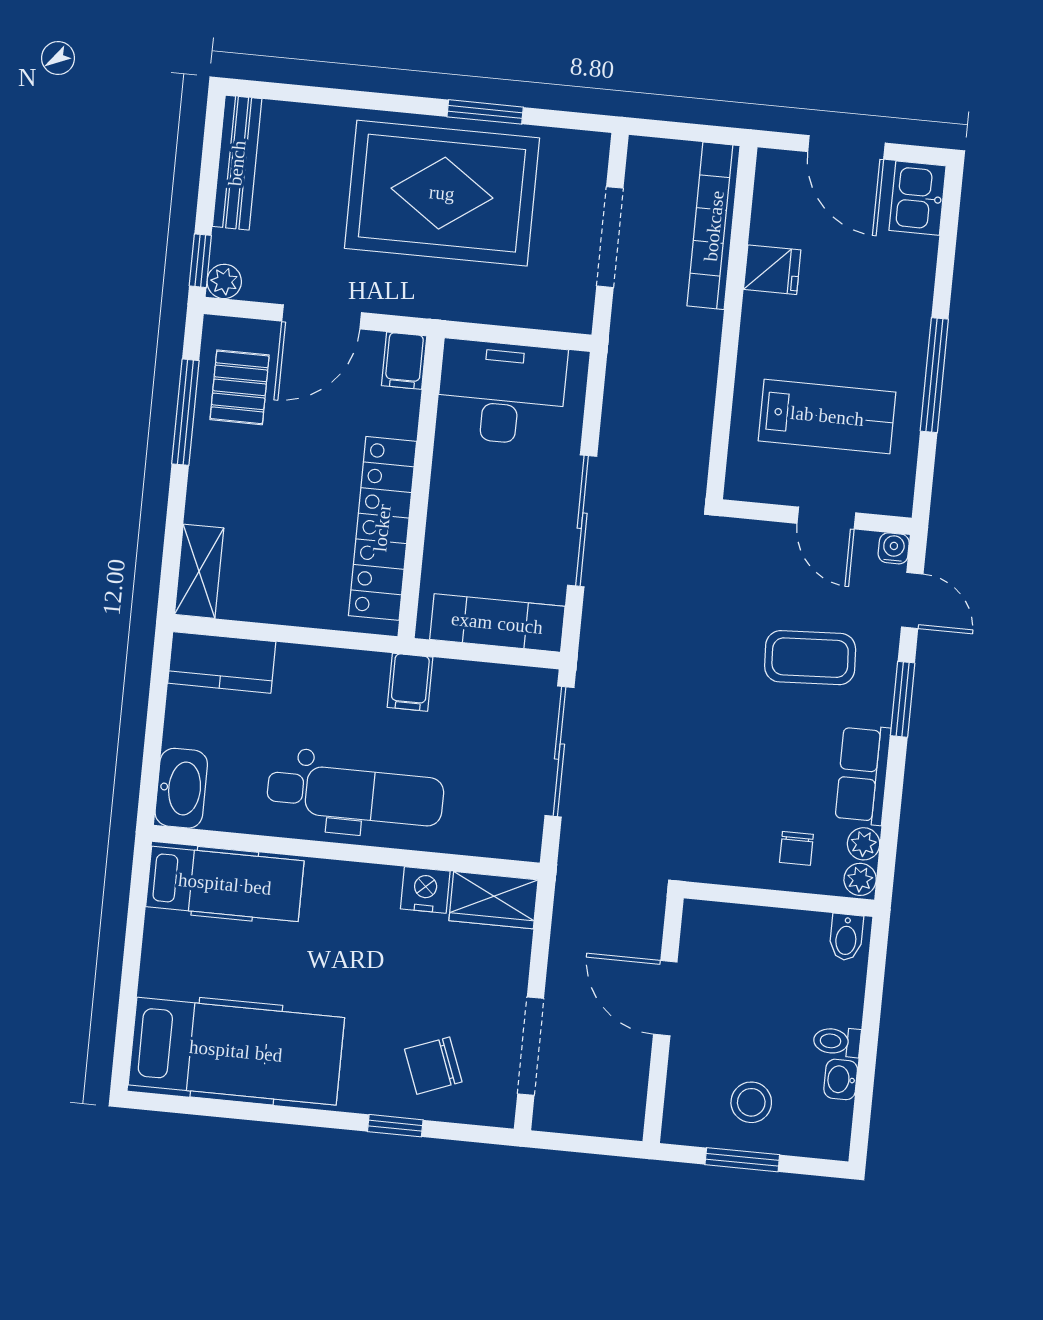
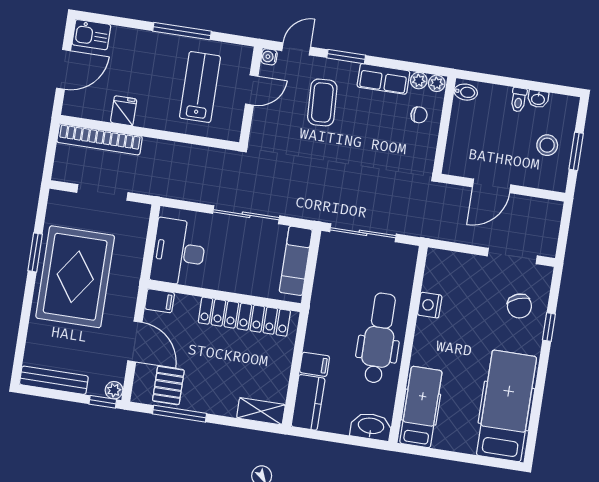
pallet: (240, 387) -> (168, 385), turned 90
filing cabinet: (410, 682) -> (315, 364), moved
wardrobe: (494, 900) -> (437, 271), removed

